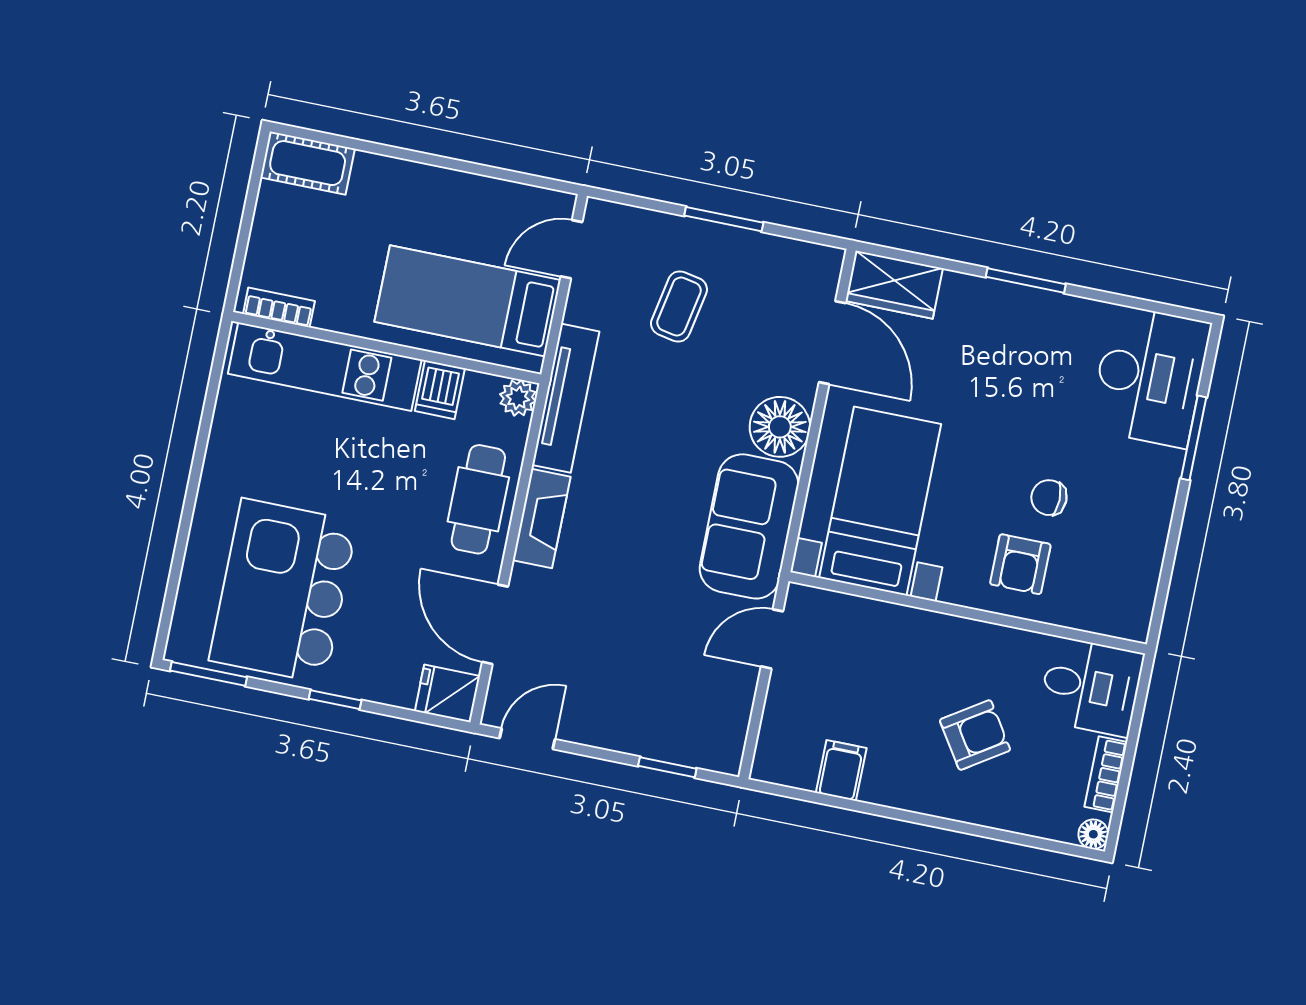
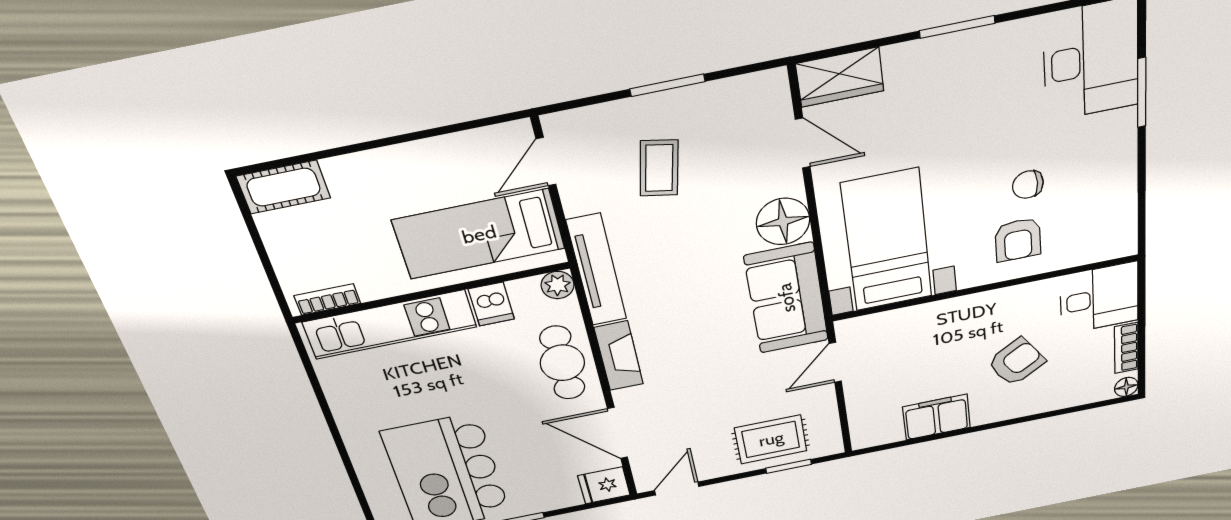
door: (832, 343) -> (803, 143), width x0.73
rug: (661, 717) -> (771, 439), added
filing cabinet: (841, 770) -> (936, 417), width x2.00

